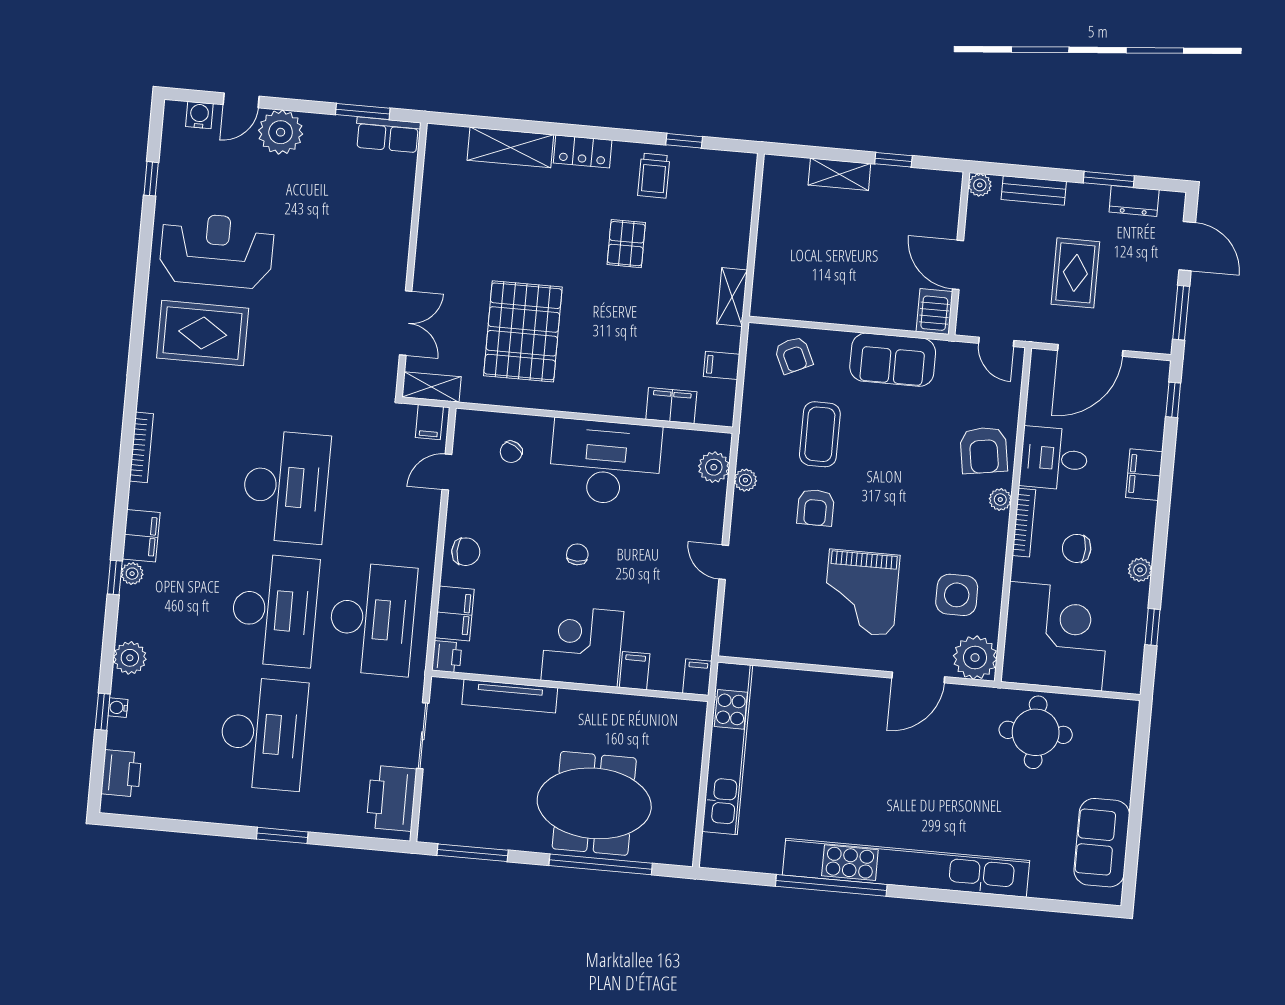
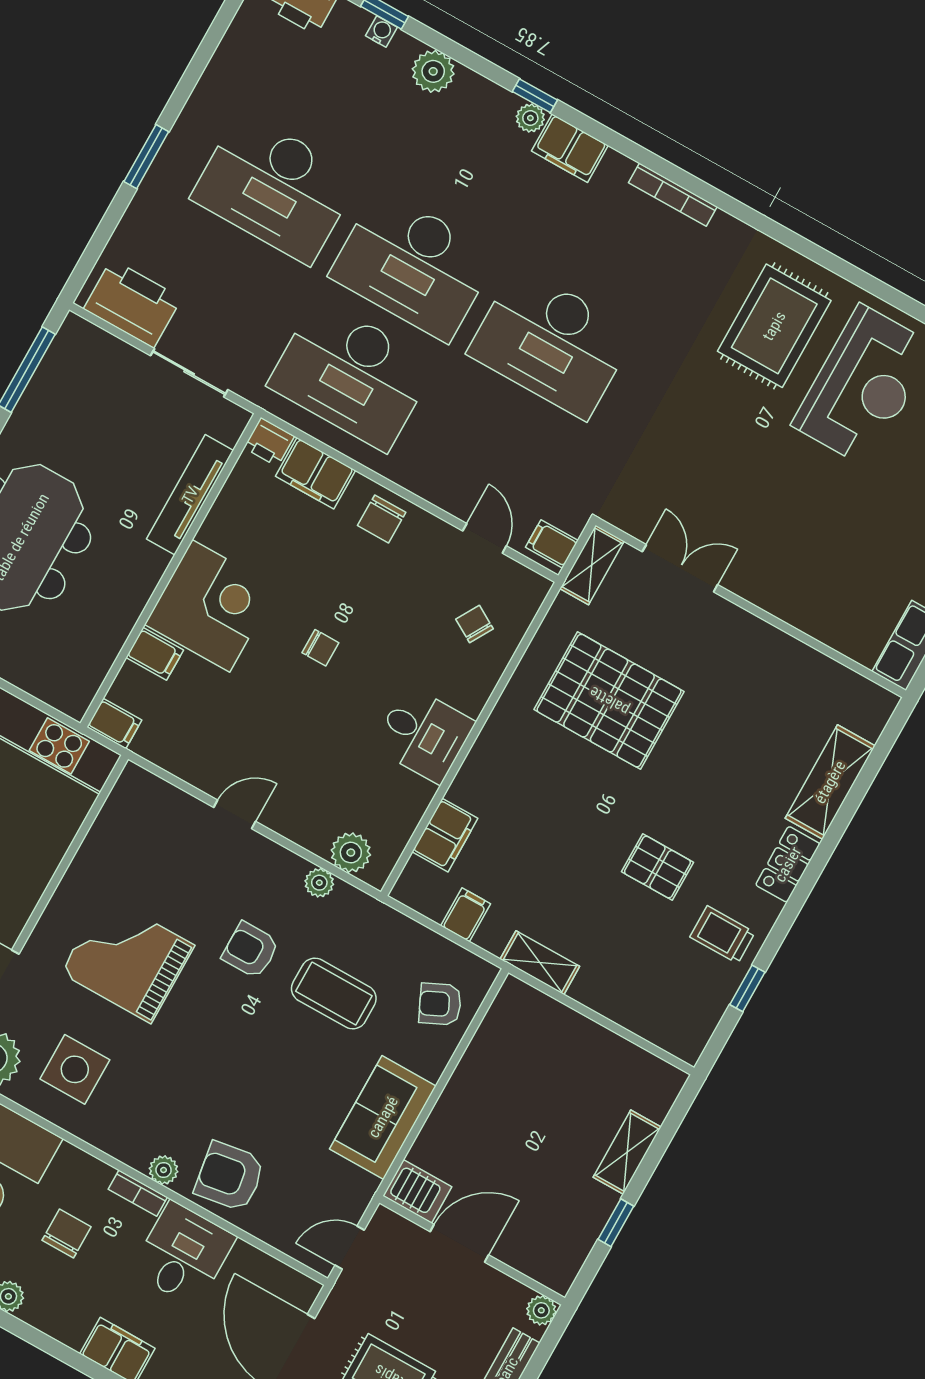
double door: (406, 323) -> (680, 568), swing flipped
desk: (605, 462) -> (424, 734), width x0.53, depth x0.77
bookcase: (1024, 523) -> (138, 1193), width x0.64

